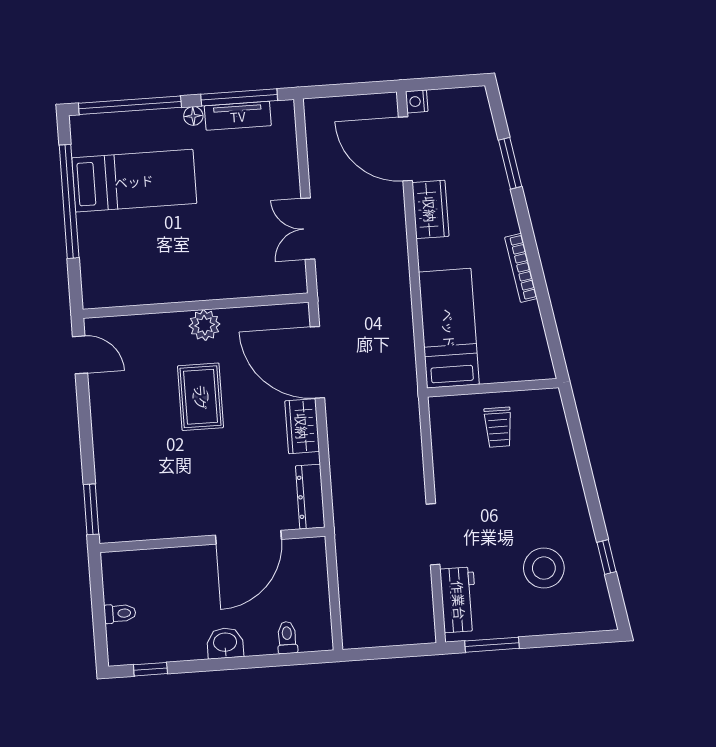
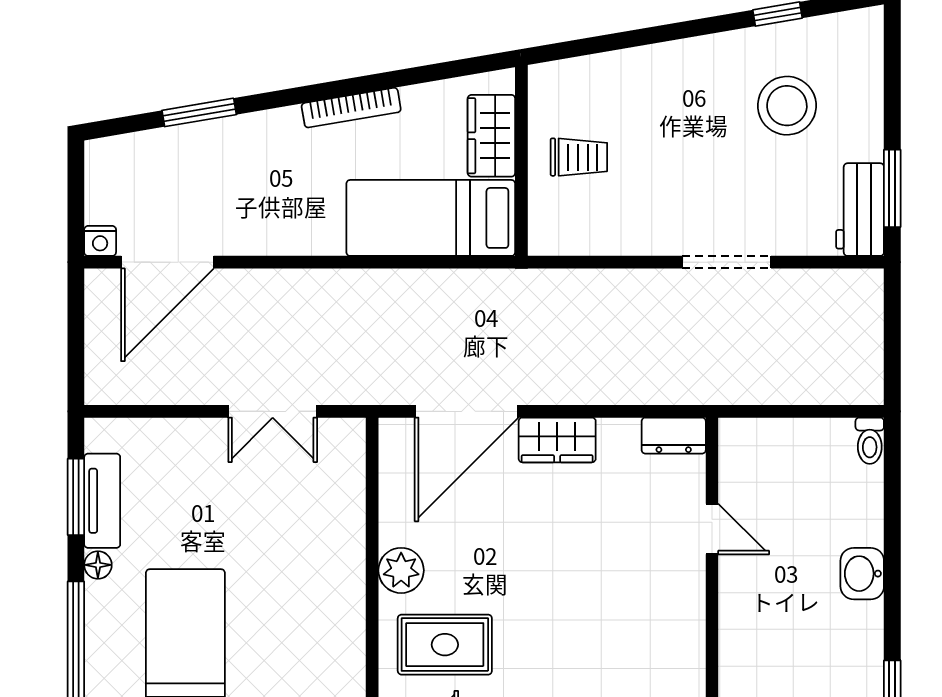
window: (239, 97) -> (76, 497), width x0.69
wardrobe: (430, 209) -> (491, 136), moved, turned -90
rug: (201, 397) -> (445, 645), moved
dresser: (310, 497) -> (674, 436), width x0.70
door: (248, 537) -> (712, 529), width x0.53
workbench: (459, 600) -> (860, 210), moved, turned -90
toilet: (287, 638) -> (870, 441), moved, turned -90

